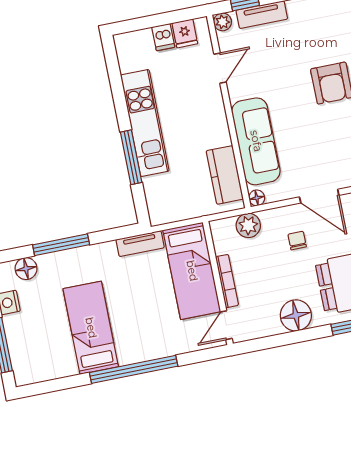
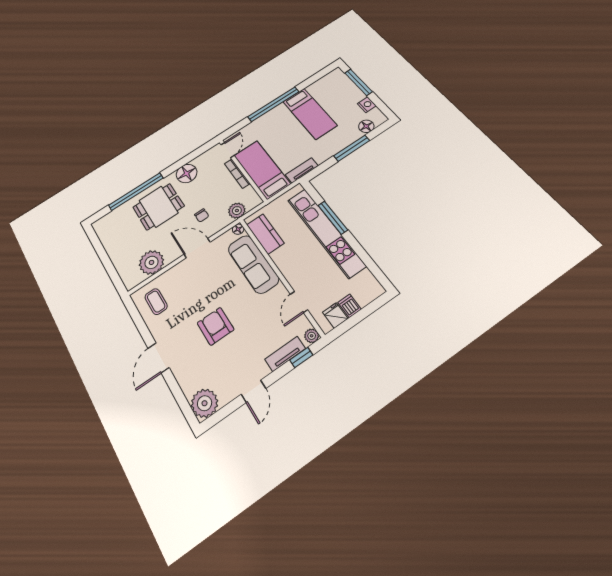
kitchen unit: (145, 123) -> (326, 232), width x1.36

